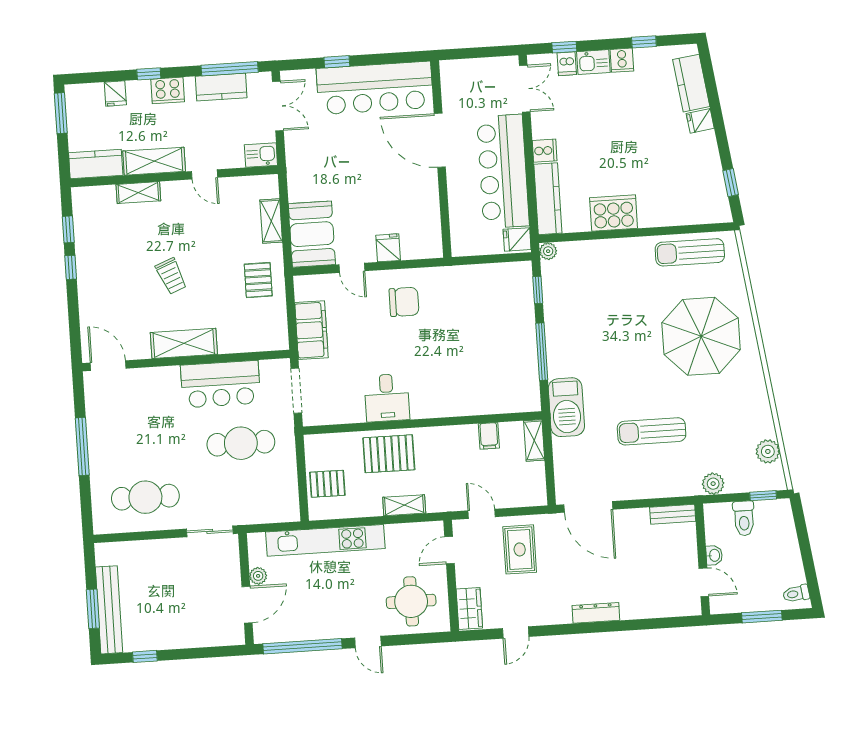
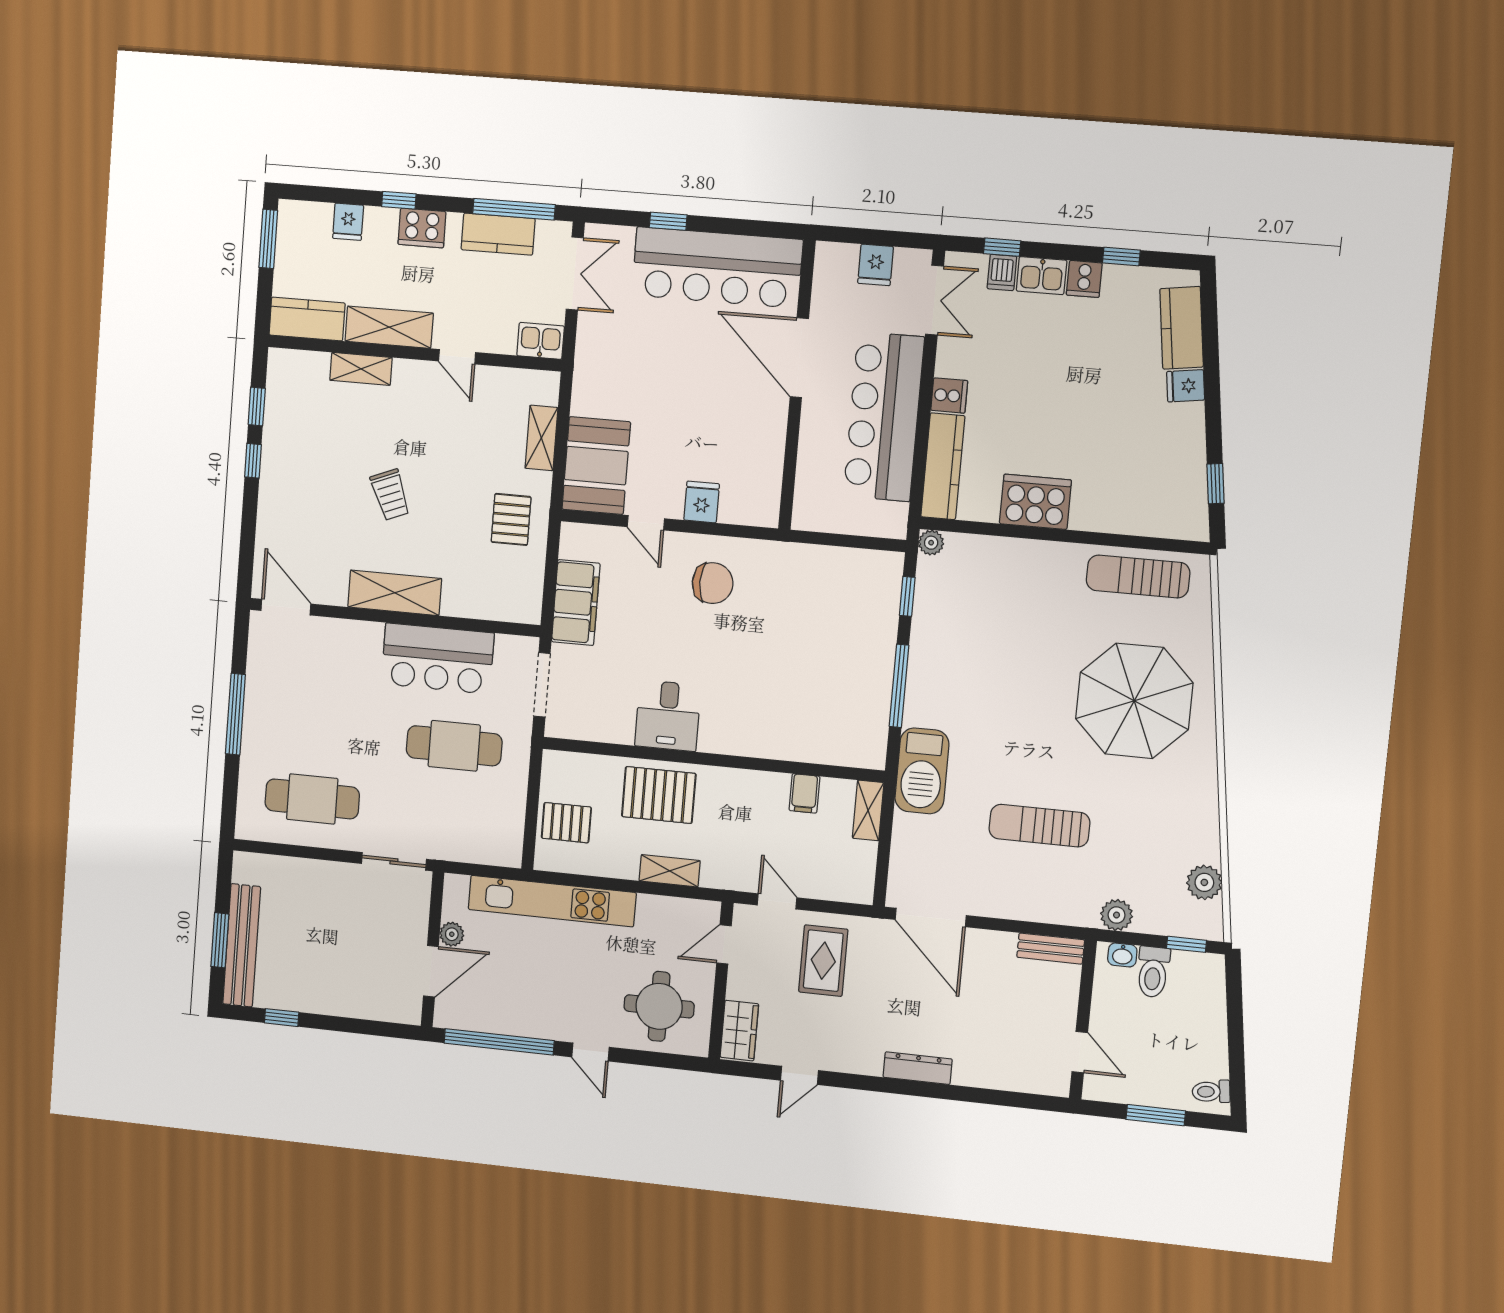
fridge: (517, 239) -> (876, 265), moved, turned -90
washbasin: (714, 555) -> (1122, 955), moved, turned 90

